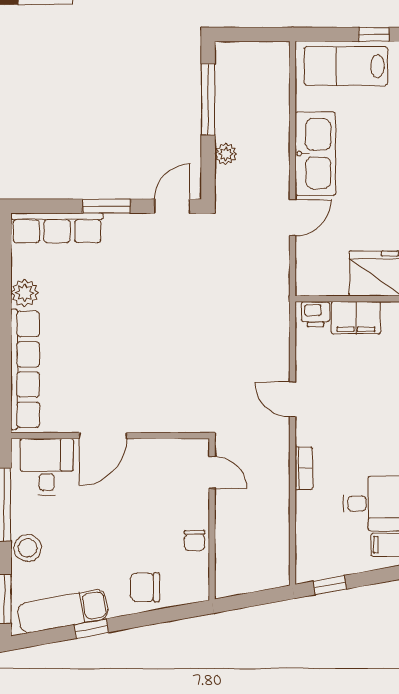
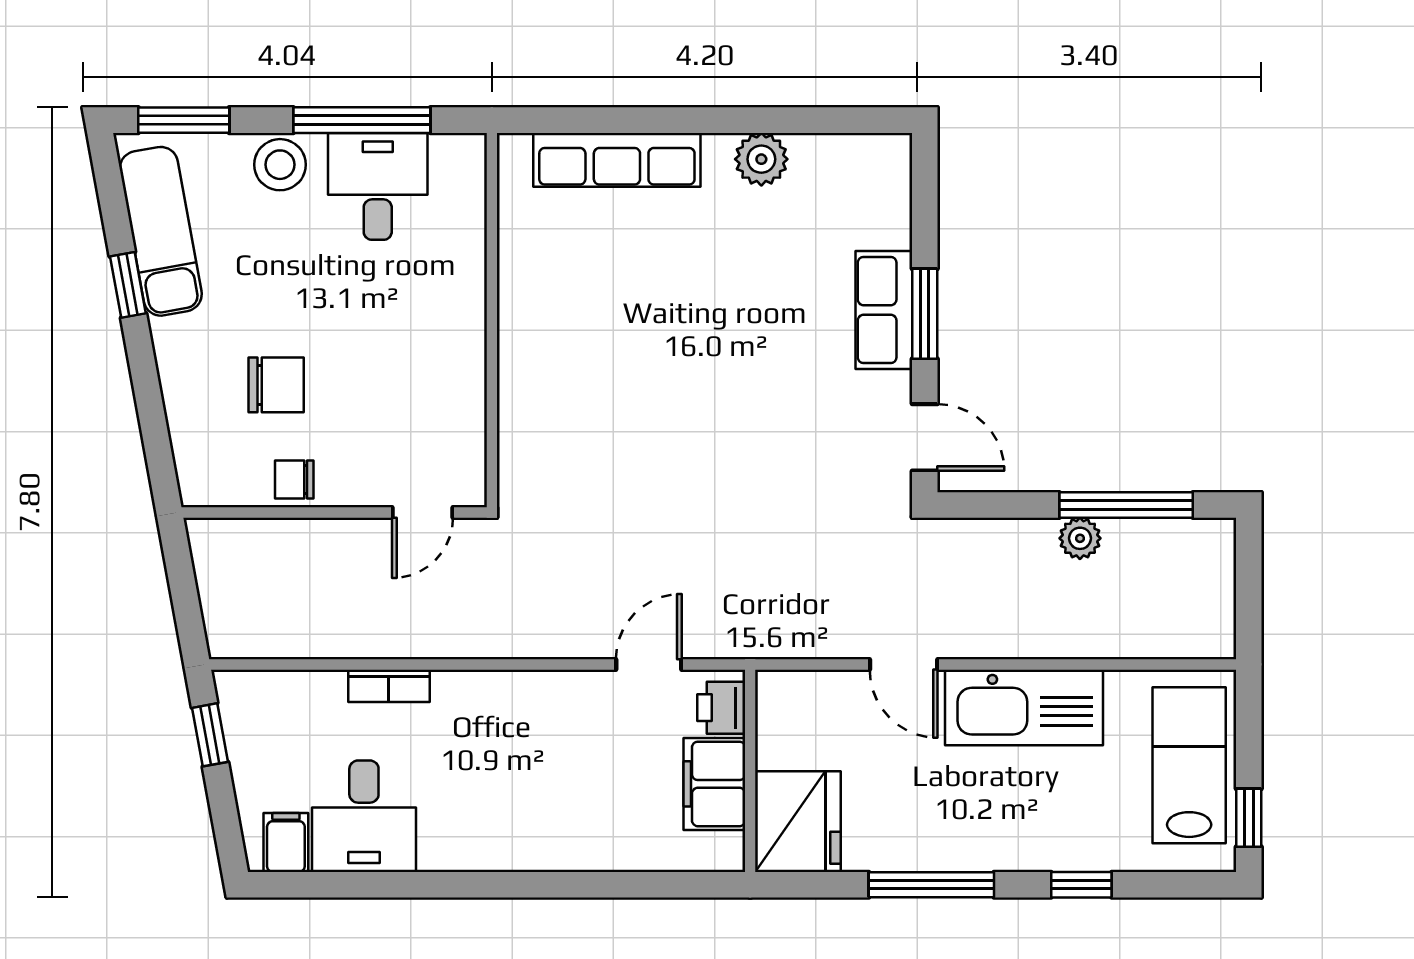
plant: (226, 154) -> (1080, 538), moved
row of seats: (57, 228) -> (884, 310), moved, width x0.68
row of seats: (25, 369) -> (617, 160), width x0.73
door: (293, 399) -> (649, 664), moved
door: (103, 436) -> (492, 307), removed
desk: (47, 467) -> (378, 186), moved, turned -90
bookcase: (304, 468) -> (389, 686), moved
chair: (145, 587) -> (276, 385), moved, turned 90

